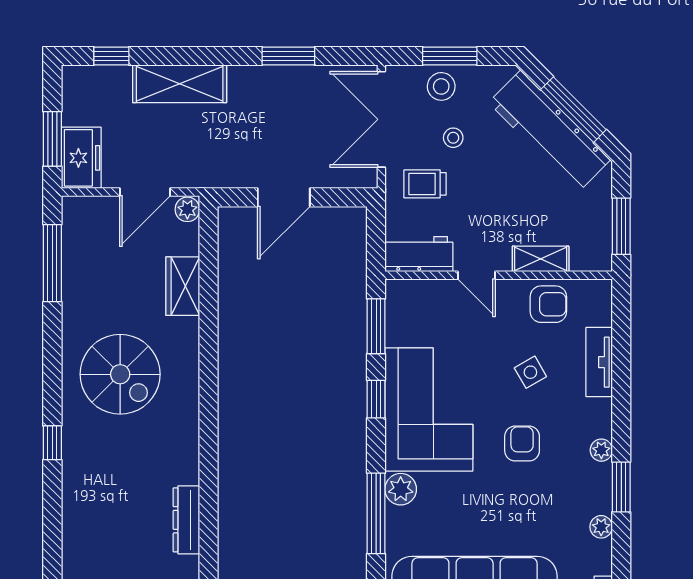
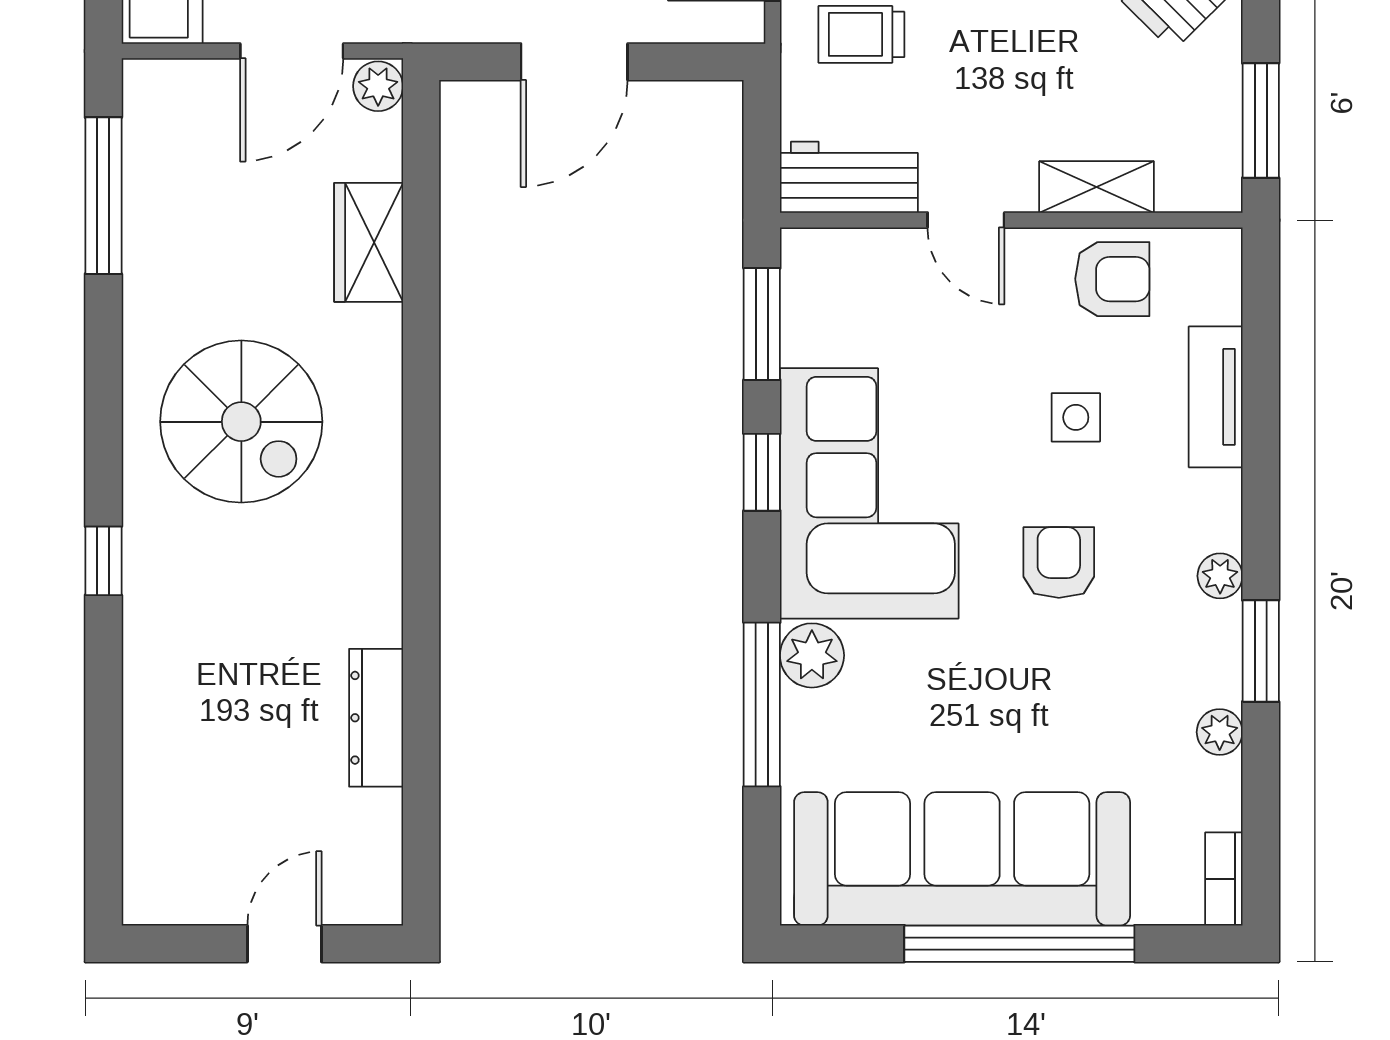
side table: (530, 372) -> (1076, 417), turned 30

